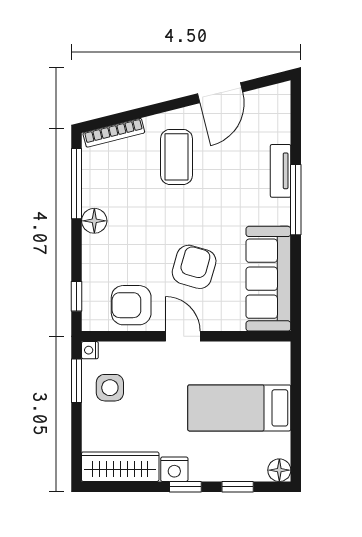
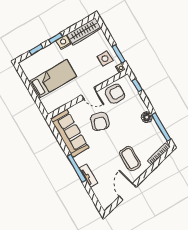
floor lamp: (279, 470) -> (24, 65), removed

